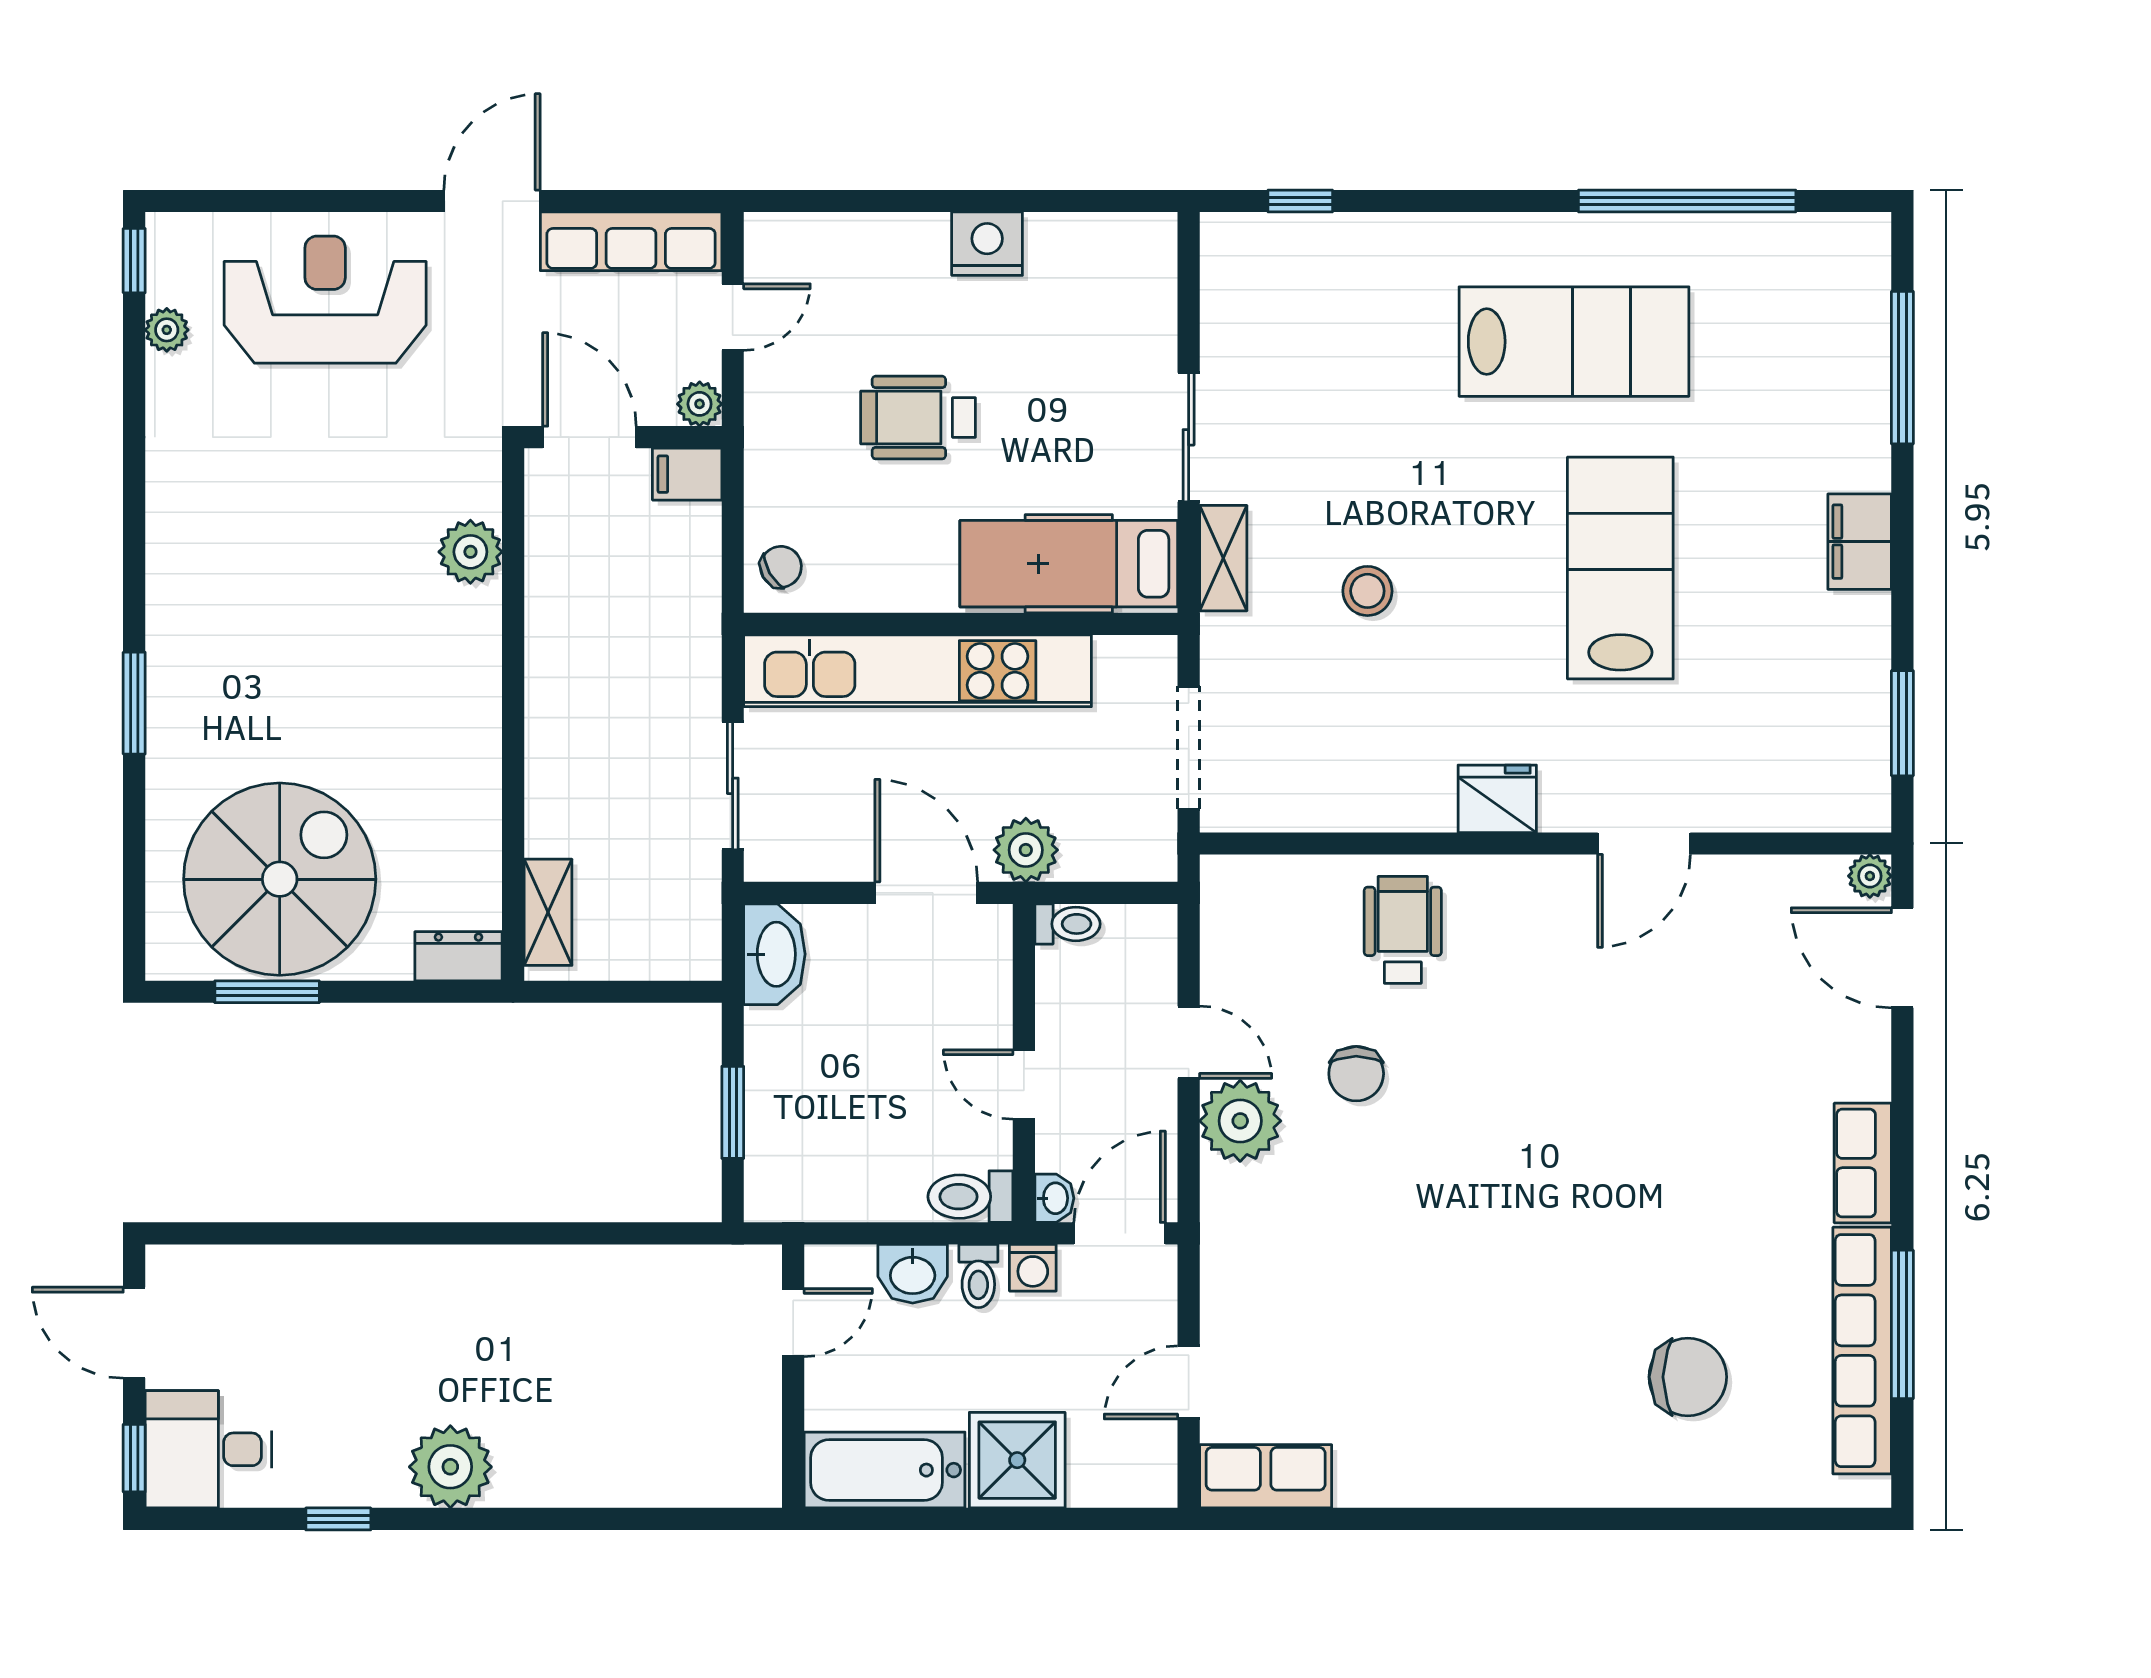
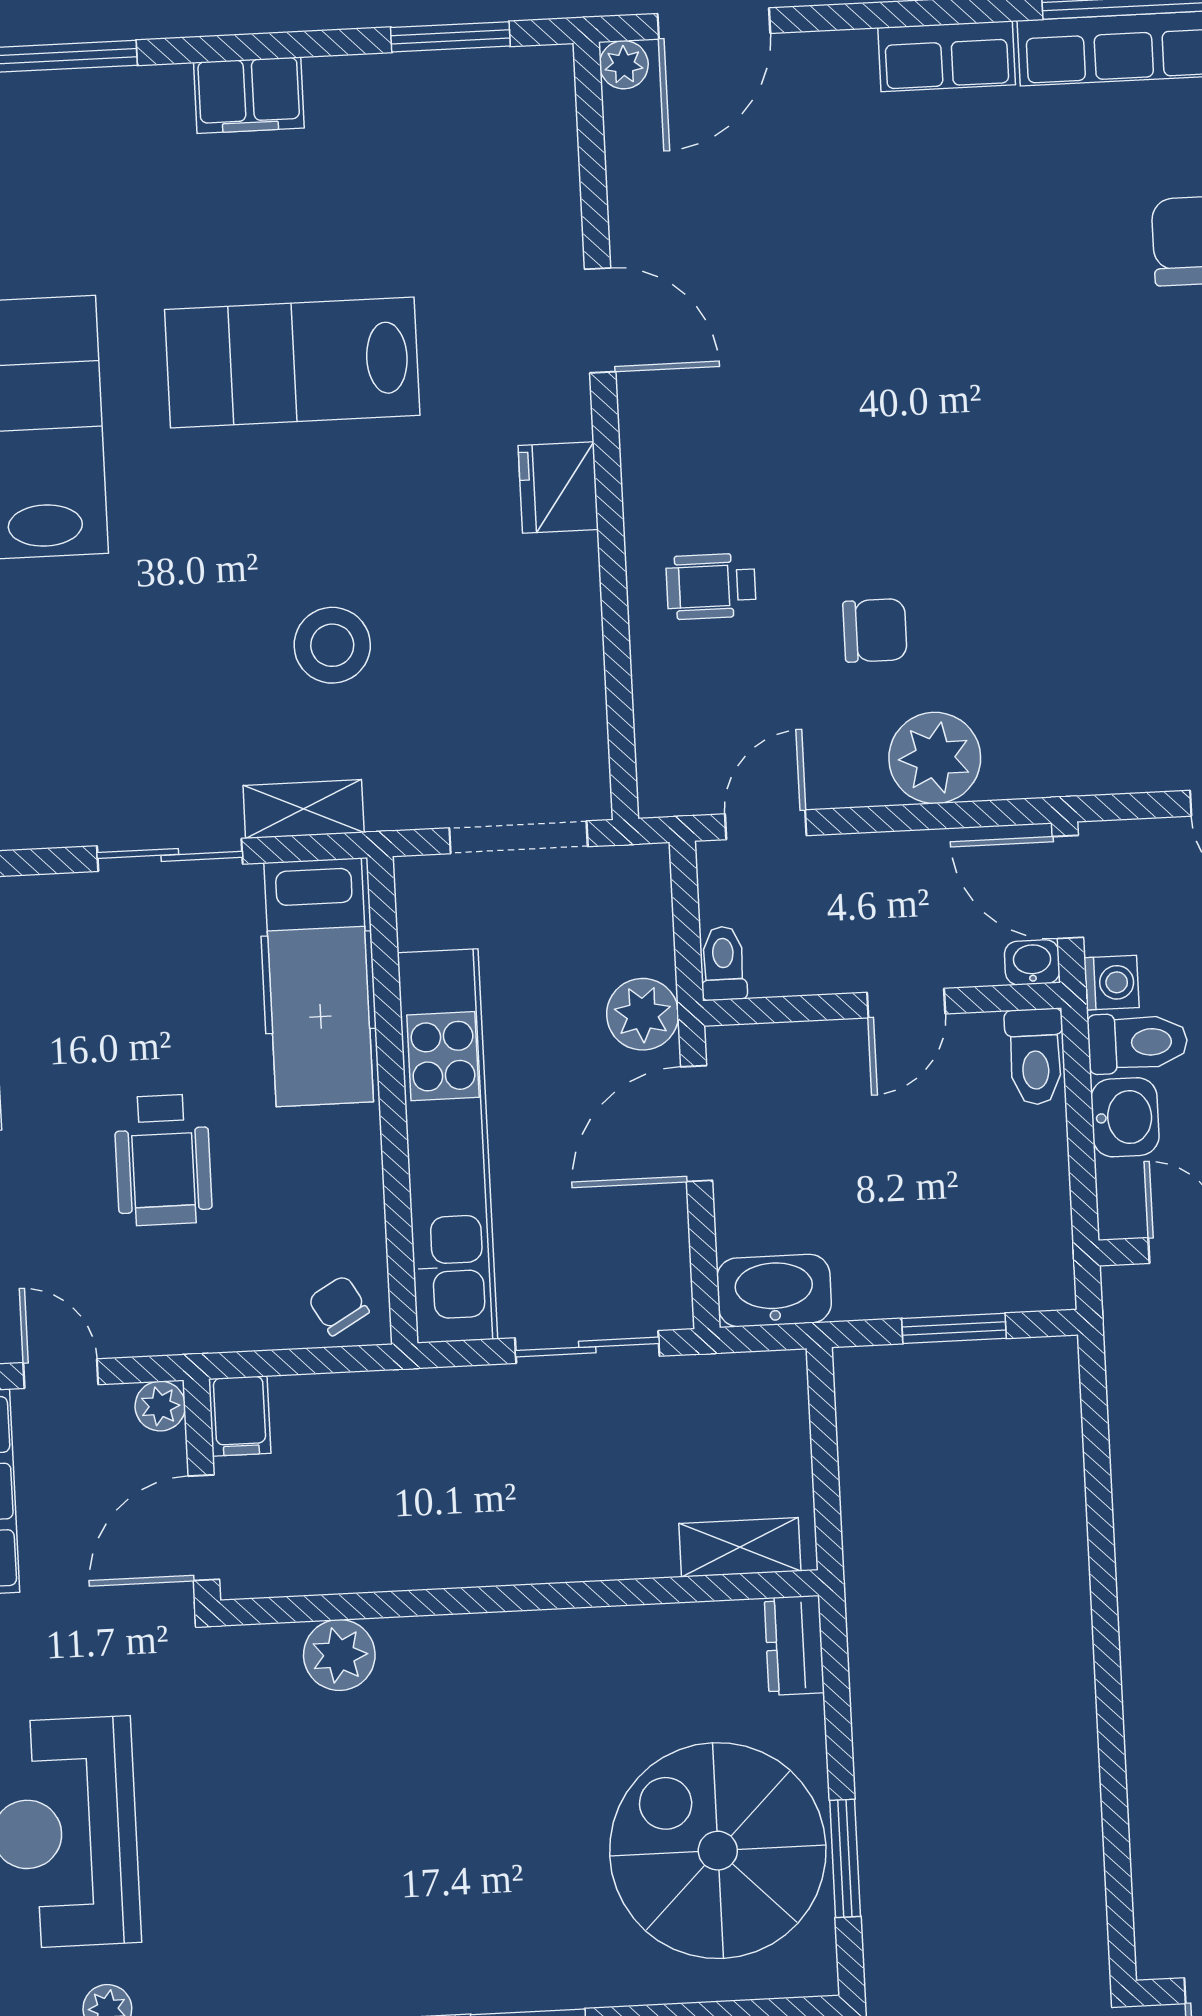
stool: (1367, 591) -> (332, 645), width x1.38, depth x1.38
wheelchair: (1403, 930) -> (711, 586), width x0.73, depth x0.73
door: (1189, 1042) -> (766, 825), moved
toilet: (978, 1276) -> (1138, 1043), width x1.37, depth x1.39

